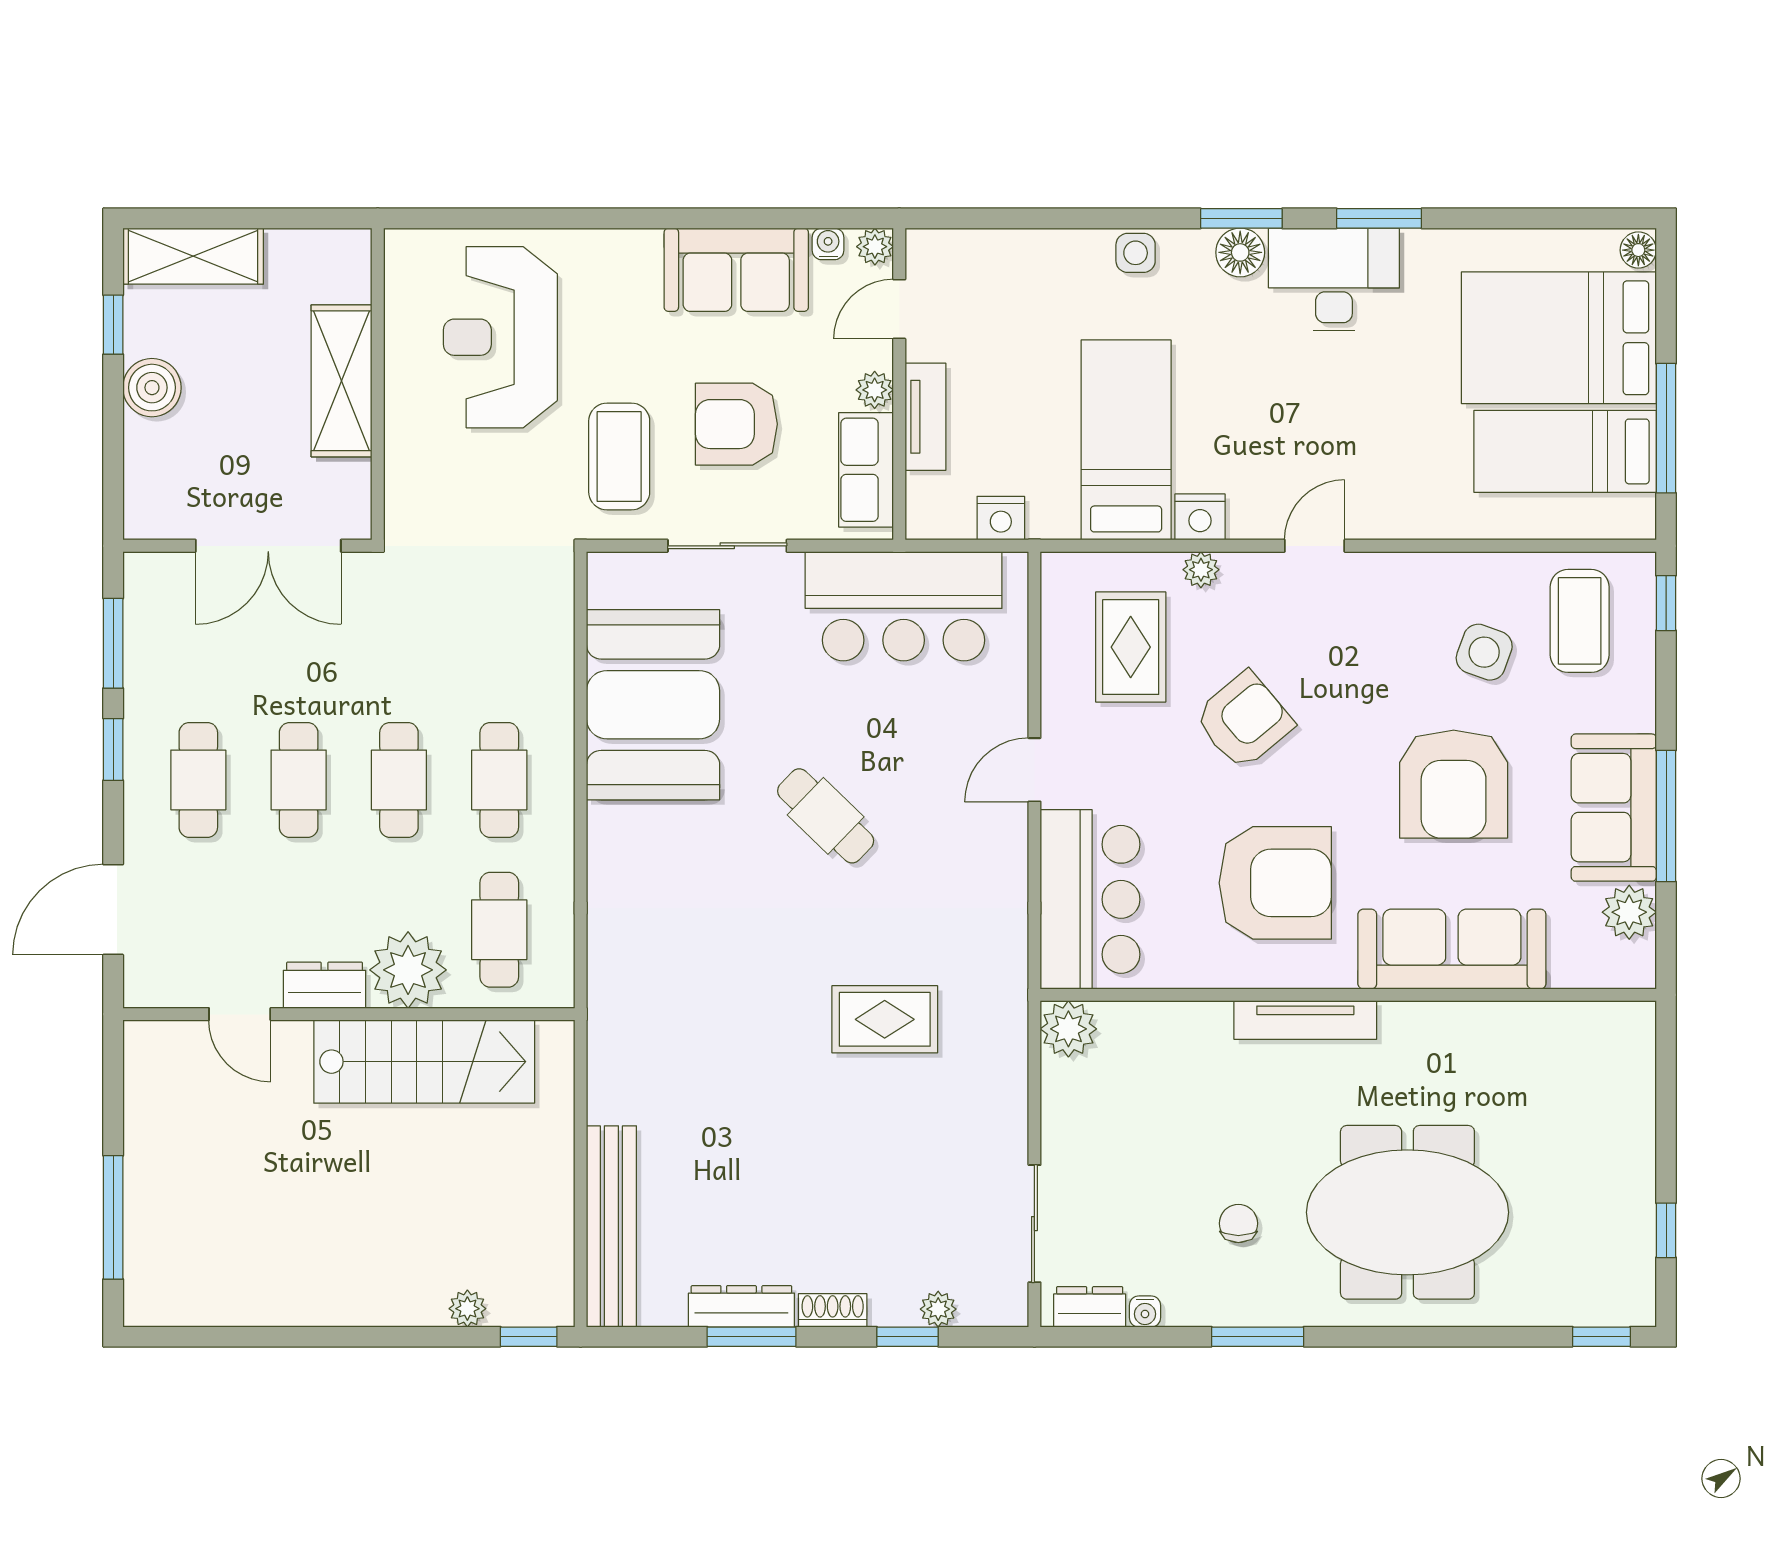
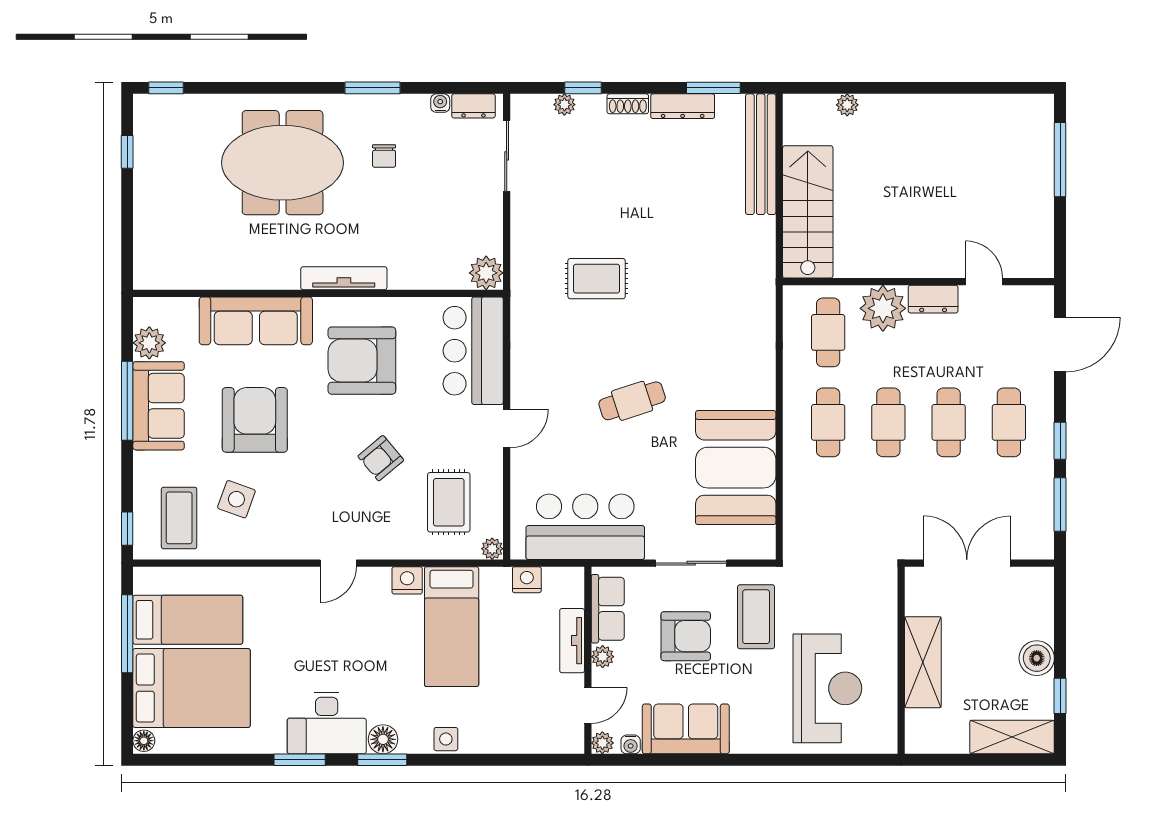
plant: (1201, 570) -> (492, 549), moved
armchair: (1244, 720) -> (381, 458), width x0.72, depth x0.72
cafe table: (826, 816) -> (632, 401), turned -62
stairs: (424, 1062) -> (808, 212), moved, turned 90
window: (529, 1337) -> (810, 88), removed
window: (752, 1337) -> (713, 88), moved

